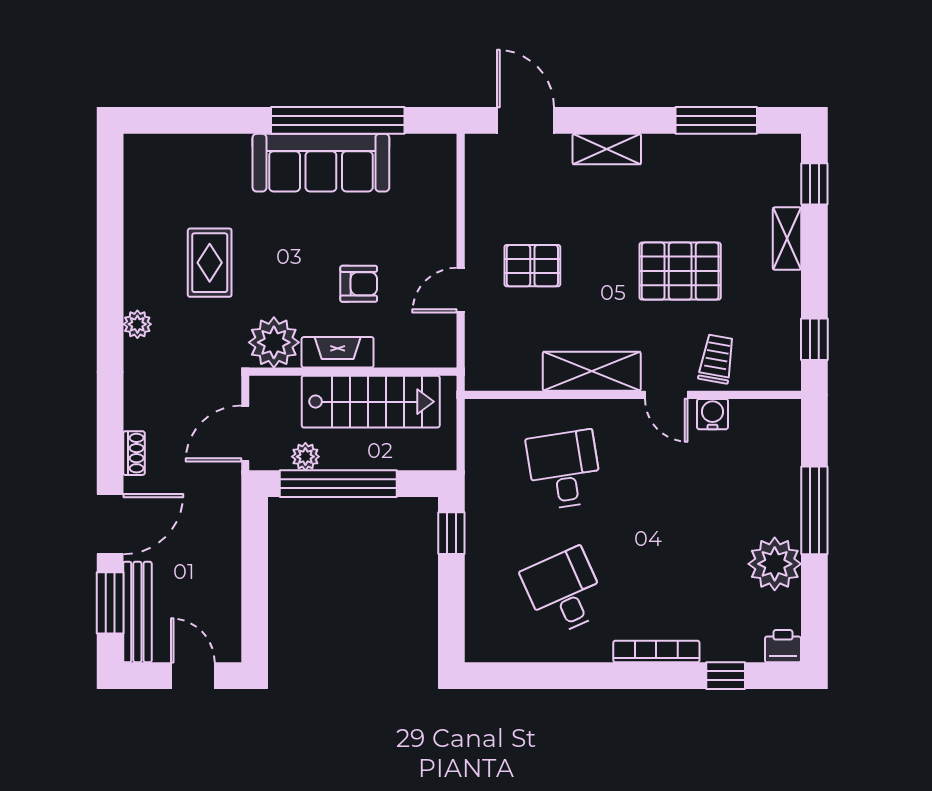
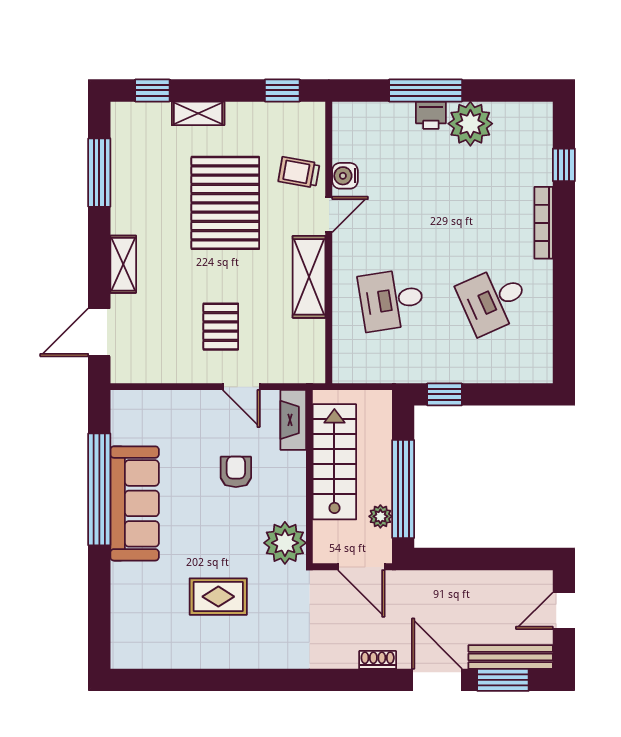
pallet: (680, 271) -> (225, 203), width x1.37, depth x1.41
plant: (137, 324) -> (270, 657), removed
fireplace: (338, 352) -> (293, 420), moved
printer: (783, 646) -> (431, 115), moved, turned -90

